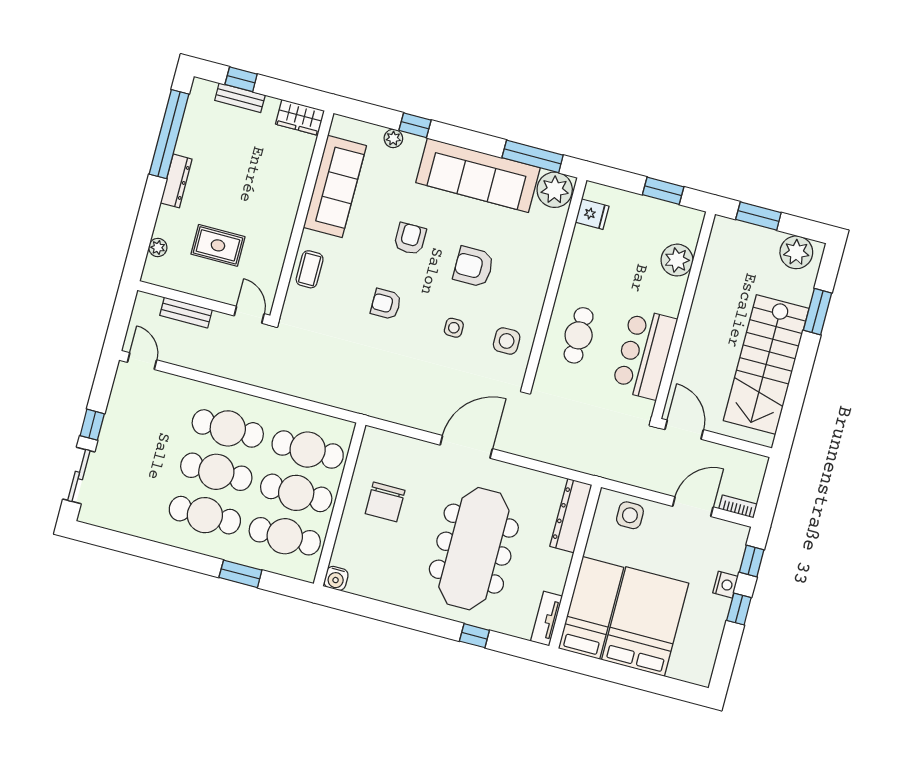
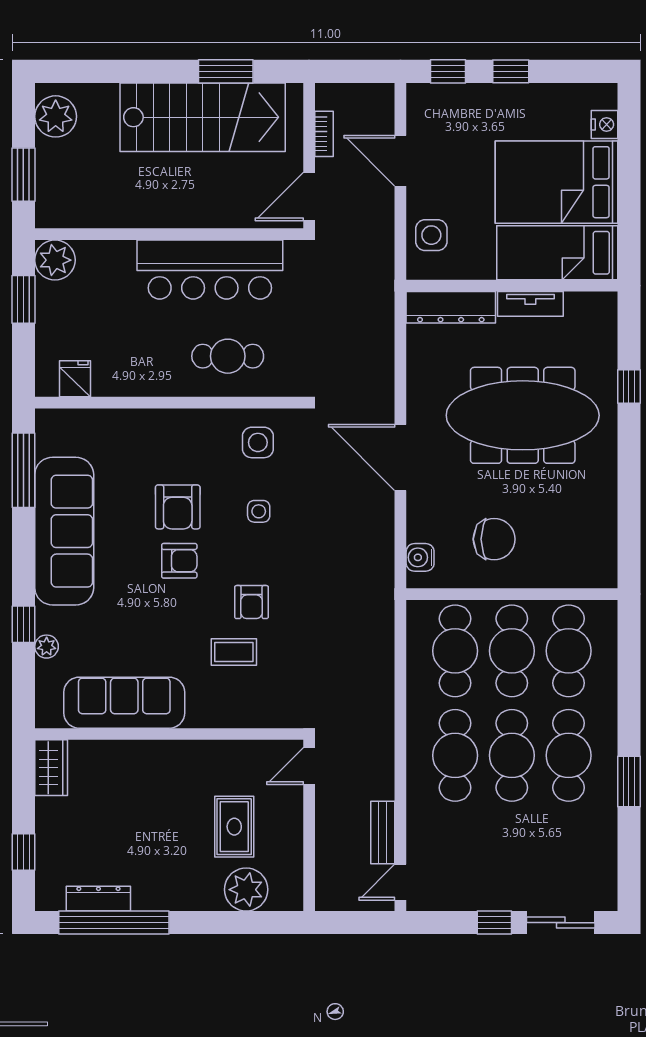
bench: (240, 98) -> (46, 847), removed
dresser: (176, 181) -> (98, 899), moved
plant: (555, 190) -> (57, 432), removed
armchair: (410, 239) -> (179, 561), moved, turned 180
plant: (158, 247) -> (246, 890), width x1.87, depth x1.87
plant: (677, 260) -> (55, 260), moved
coffee table: (310, 269) -> (234, 652), moved
window: (817, 312) -> (226, 71), moved
bench: (186, 313) -> (383, 833), moved
bar counter: (644, 354) -> (210, 270), width x1.36
bookcase: (738, 506) -> (324, 134), moved, turned 180
window: (240, 574) -> (629, 782), moved
water cooler: (336, 578) -> (420, 557), moved, turned 180
nightstand: (725, 585) -> (604, 124), moved, turned 90
tv unit: (546, 619) -> (530, 304), moved

